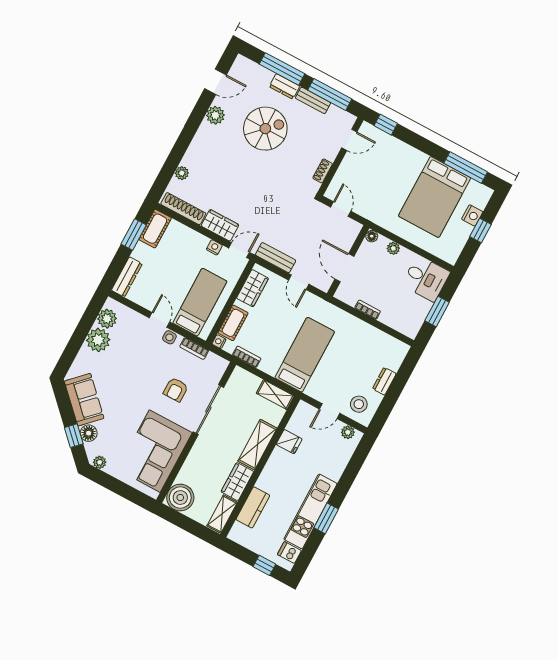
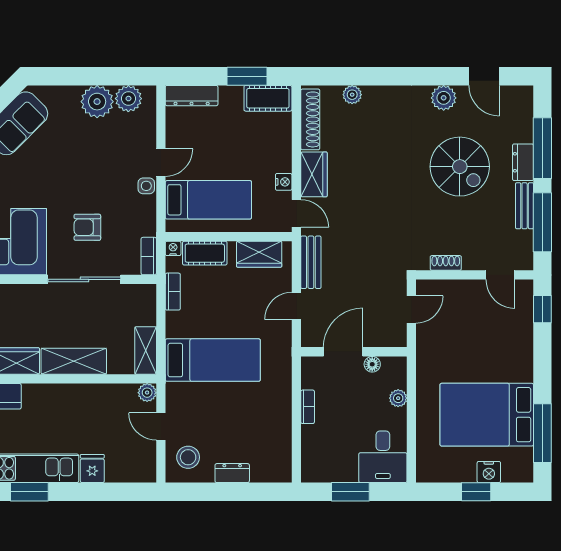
floor lamp: (372, 236) -> (372, 364), moved
bookcase: (194, 349) -> (149, 256), moved
plant: (348, 432) -> (147, 393), moved
fridge: (289, 442) -> (92, 469), moved, turned 180

